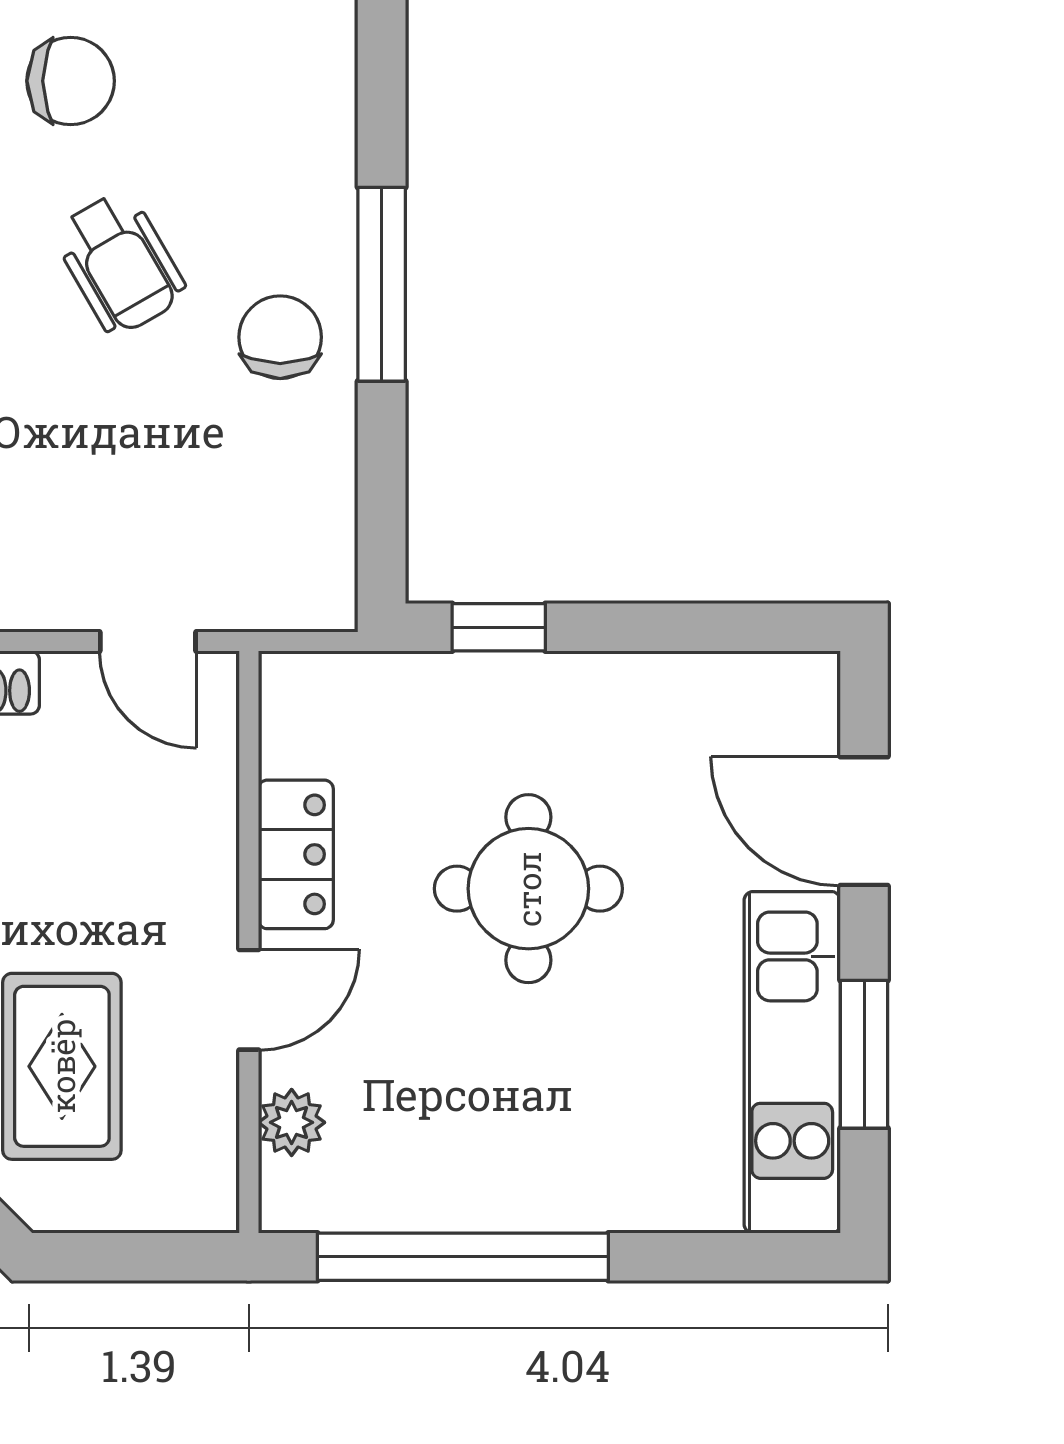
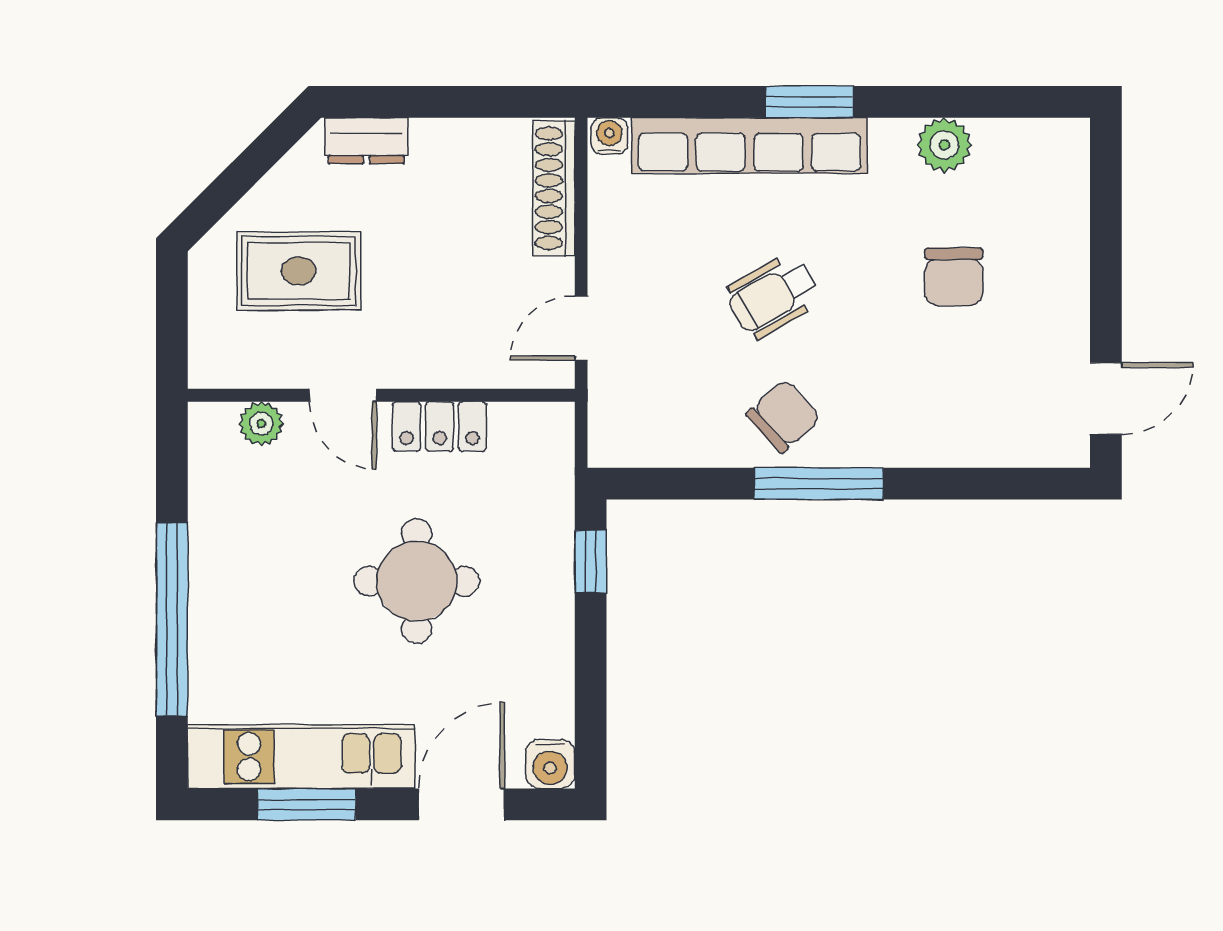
wheelchair: (120, 263) -> (773, 296), moved
chair: (280, 337) -> (783, 416), turned -42
water cooler: (803, 688) -> (550, 764), added
window: (463, 1257) -> (172, 619), moved

